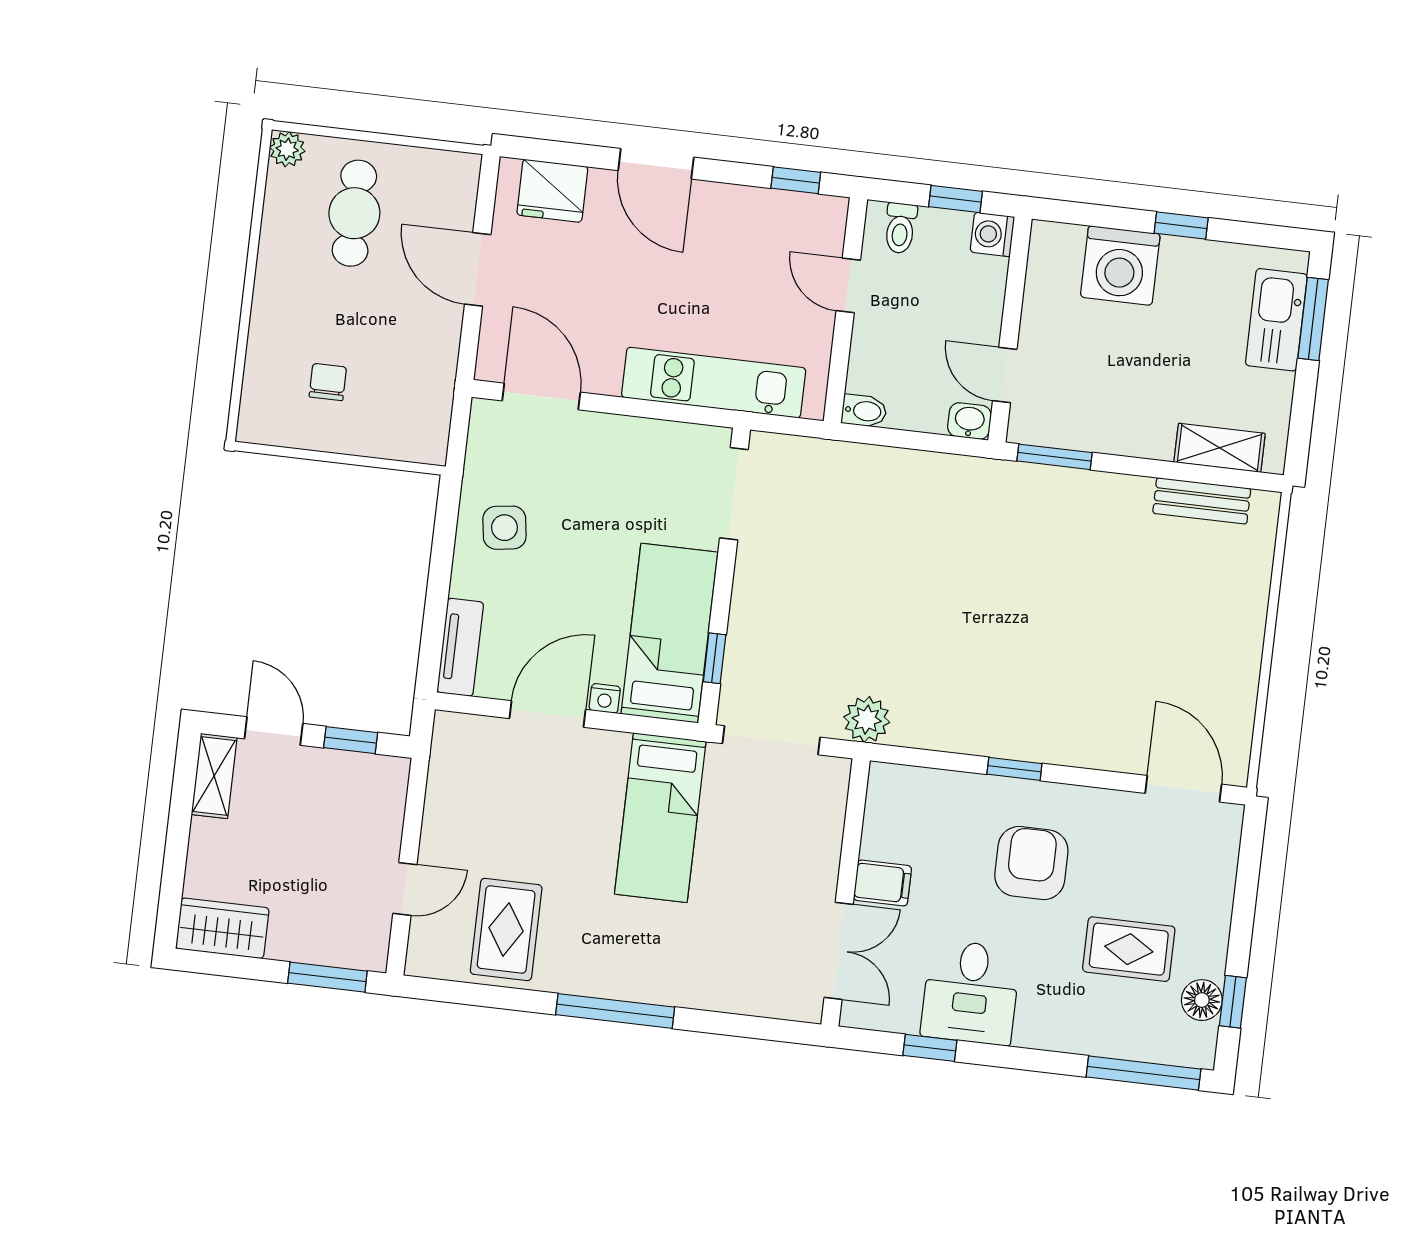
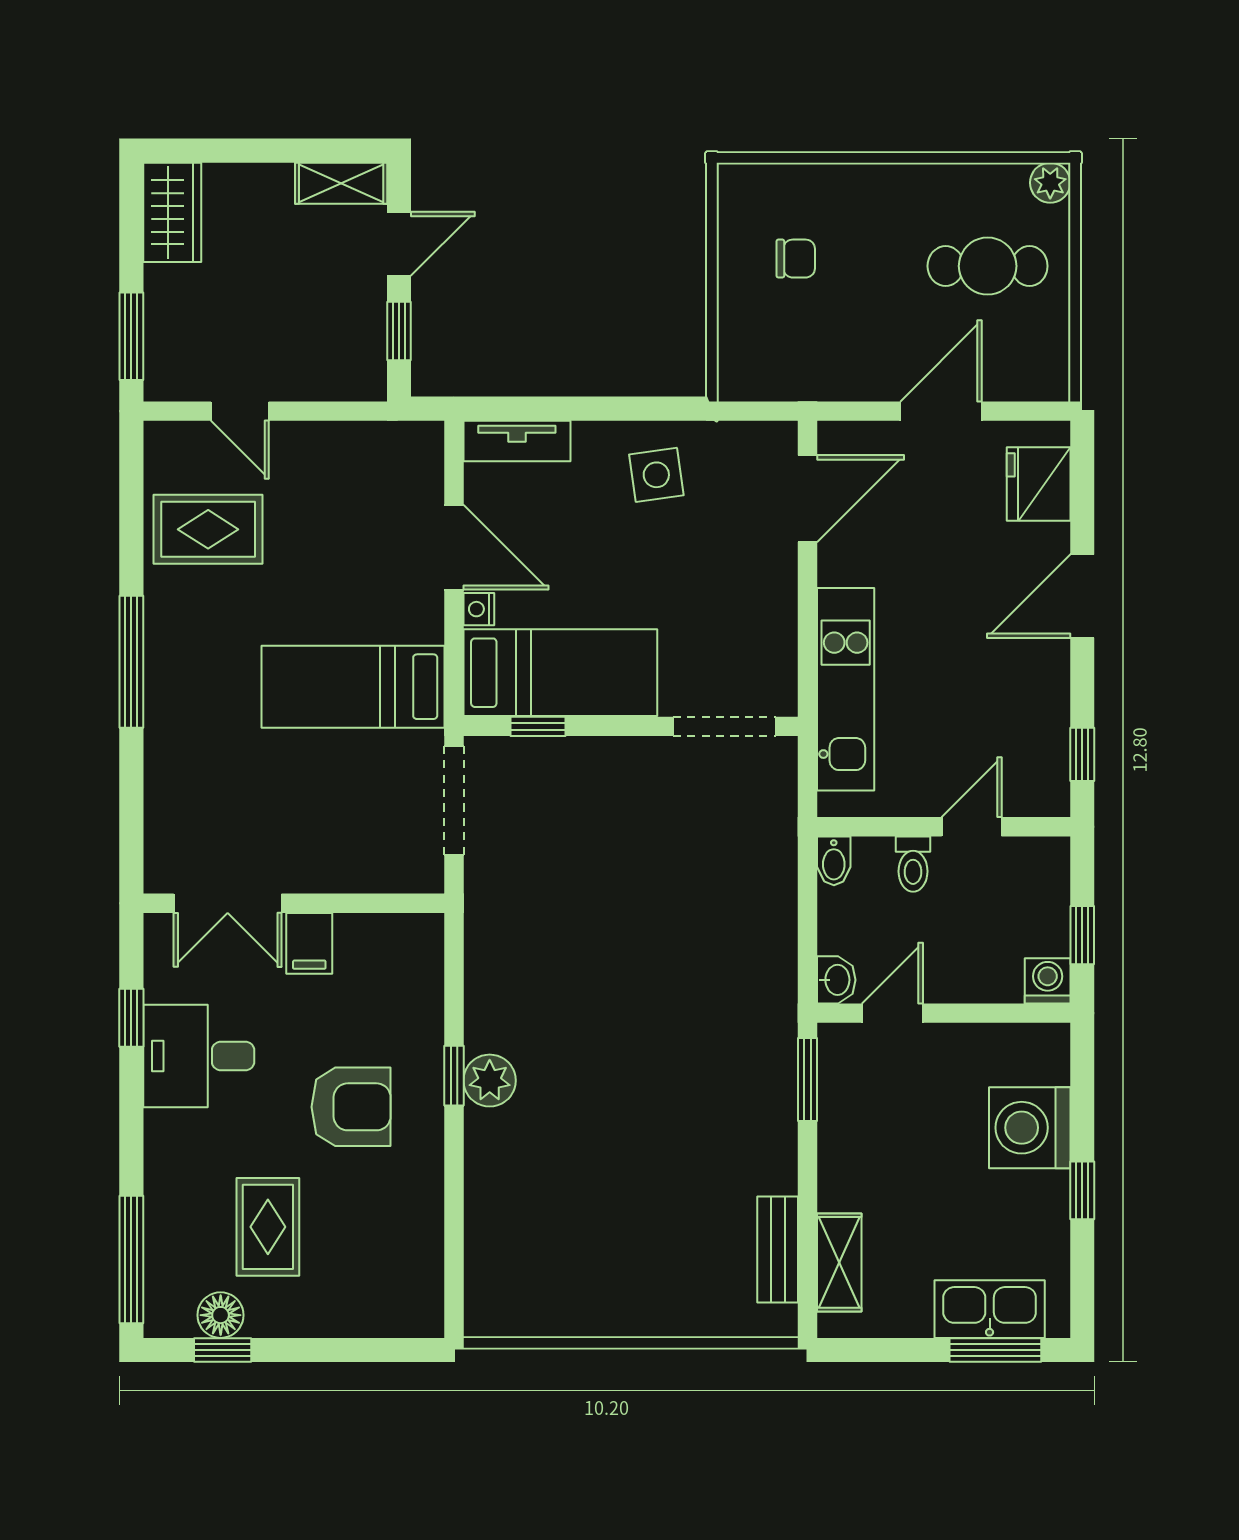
toilet: (900, 228) -> (913, 864), moved, turned -90
plant: (867, 720) -> (490, 1081), moved
door: (1183, 789) -> (454, 1267), removed

